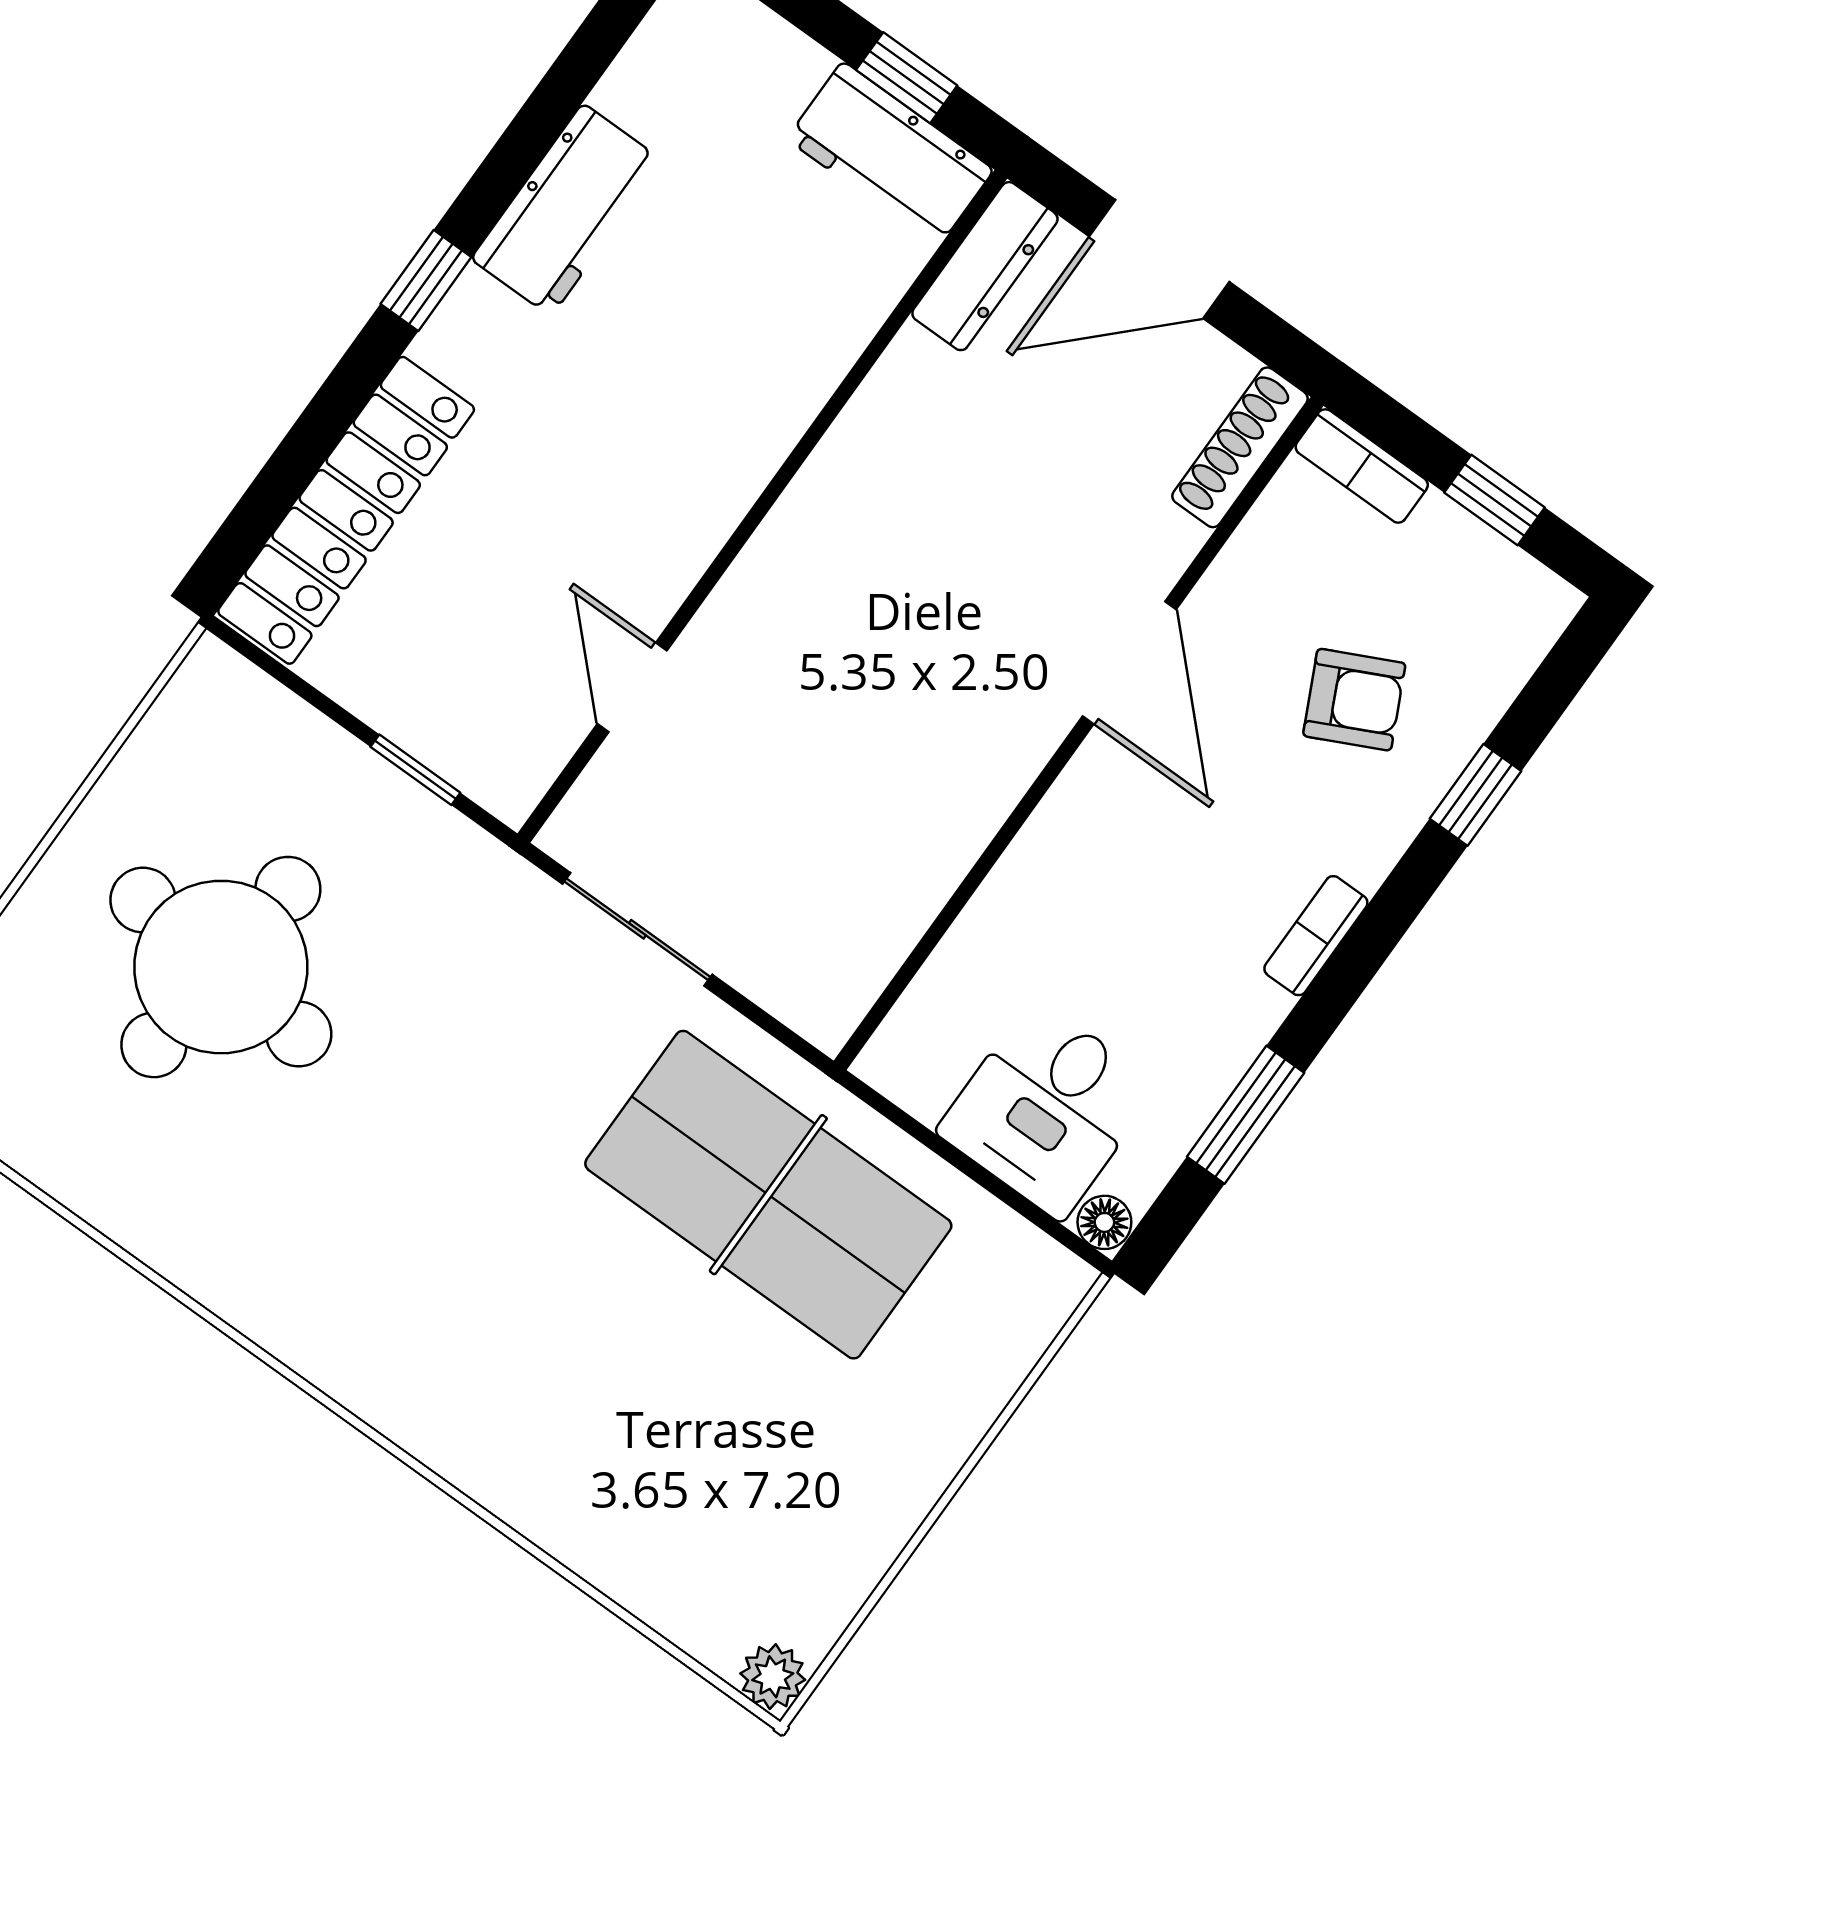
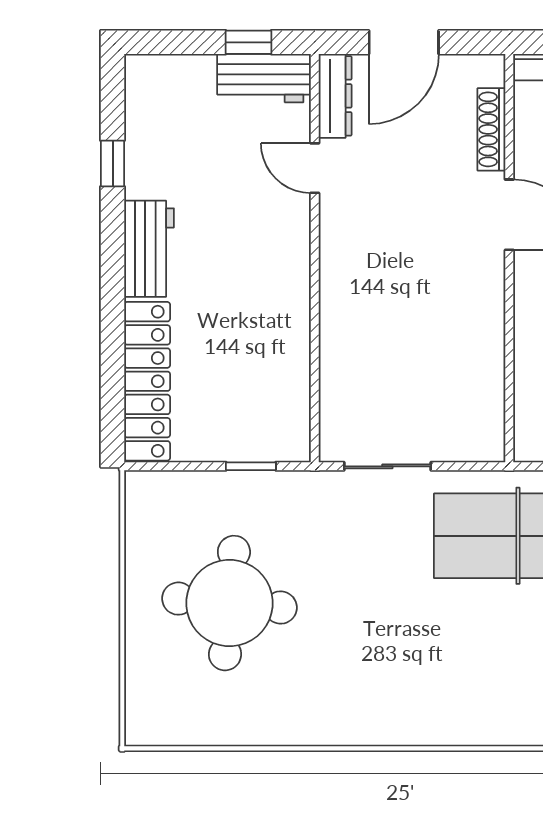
workbench: (567, 210) -> (149, 249), moved
window: (426, 281) -> (113, 163), moved
shoe rack: (1240, 447) -> (491, 129), moved
door: (632, 687) -> (315, 168), moved

